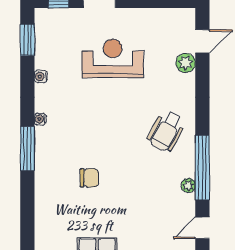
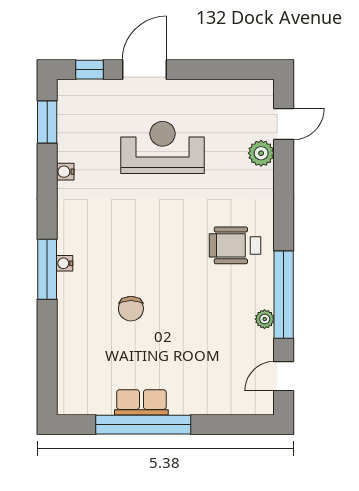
water cooler: (40, 119) -> (65, 263), moved
wheelchair: (166, 131) -> (235, 245), turned 62
chair: (89, 178) -> (131, 309), turned 90

